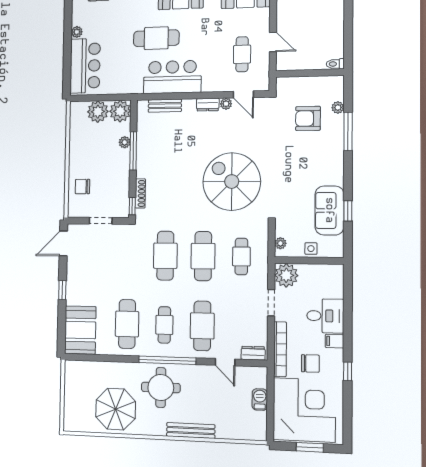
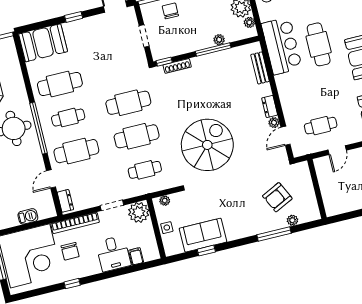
toilet: (335, 64) -> (330, 209), removed
bar counter: (172, 77) -> (282, 46), moved
plant: (120, 111) -> (249, 22), width x0.53, depth x0.53
armchair: (308, 118) -> (277, 197), turned -116
filing cabinet: (334, 341) -> (136, 256), moved

